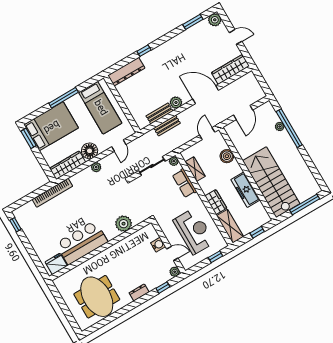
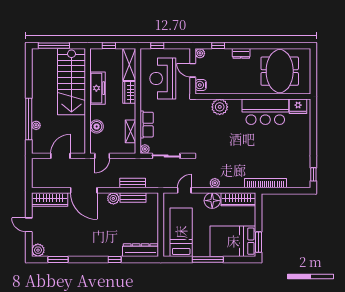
plant: (124, 224) -> (220, 107), moved
bar counter: (82, 243) -> (265, 112), moved
wall: (100, 249) -> (253, 96), moved
fridge: (56, 264) -> (298, 106), moved

